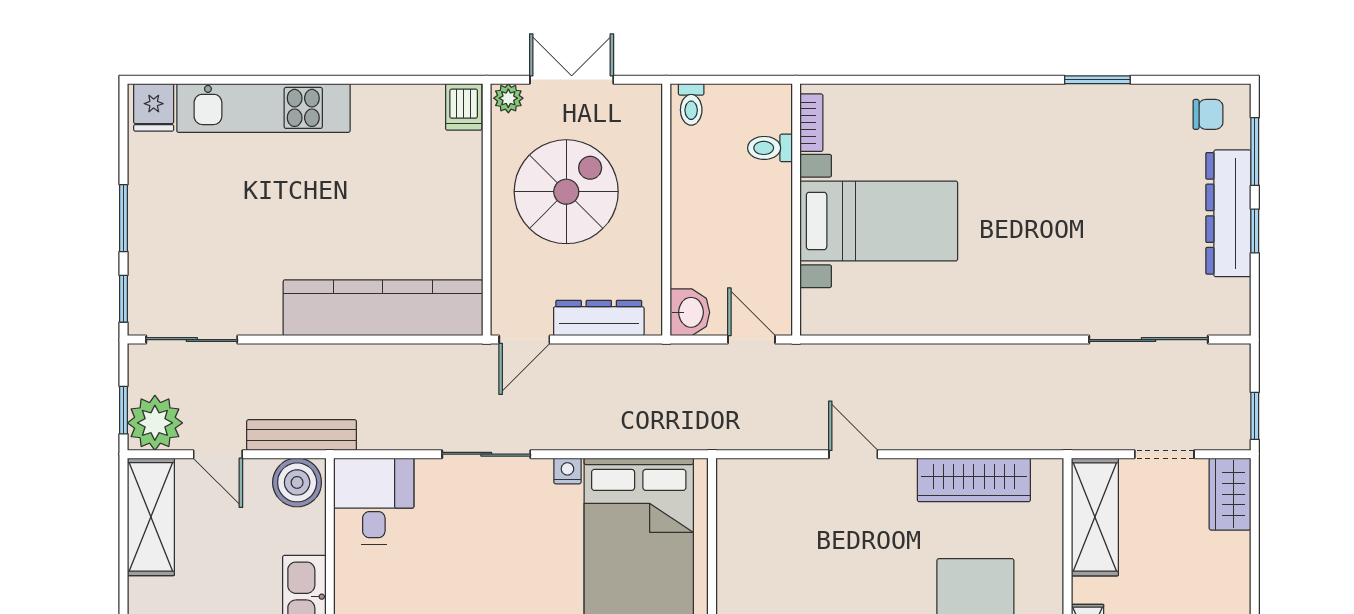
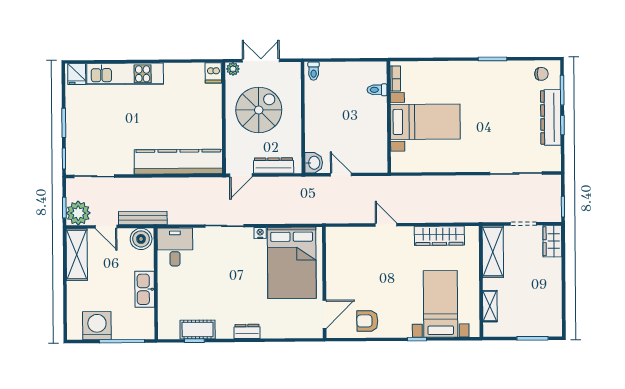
bookcase: (811, 123) -> (395, 79), moved
toilet: (770, 148) -> (377, 90), moved
wall: (796, 210) -> (389, 117), moved
bed with nightstands: (879, 221) -> (425, 122), moved

